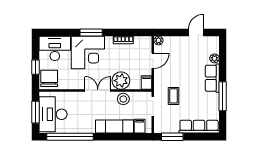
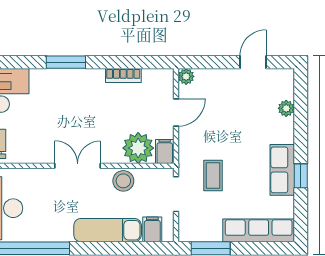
corner desk: (88, 53) -> (60, 98), removed
row of seats: (212, 78) -> (282, 170), moved
plant: (121, 81) -> (138, 148), moved
window: (223, 96) -> (301, 176), width x0.46

